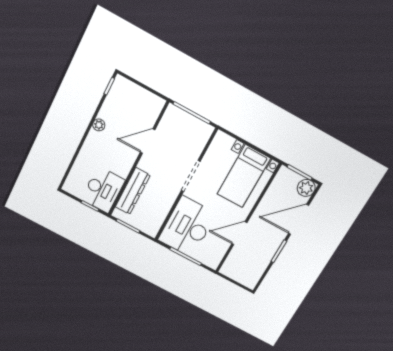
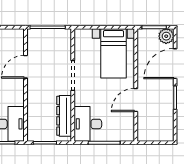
dresser: (133, 191) -> (64, 116), moved, turned 180
desk: (187, 227) -> (88, 124), width x0.73, depth x0.77

